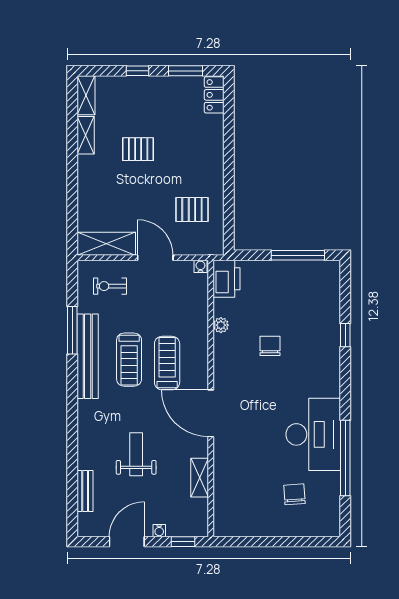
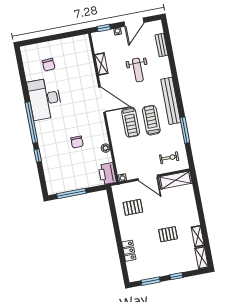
locker: (214, 95) -> (129, 251), moved
bench: (88, 356) -> (171, 101), moved
window: (345, 458) -> (31, 122), moved

